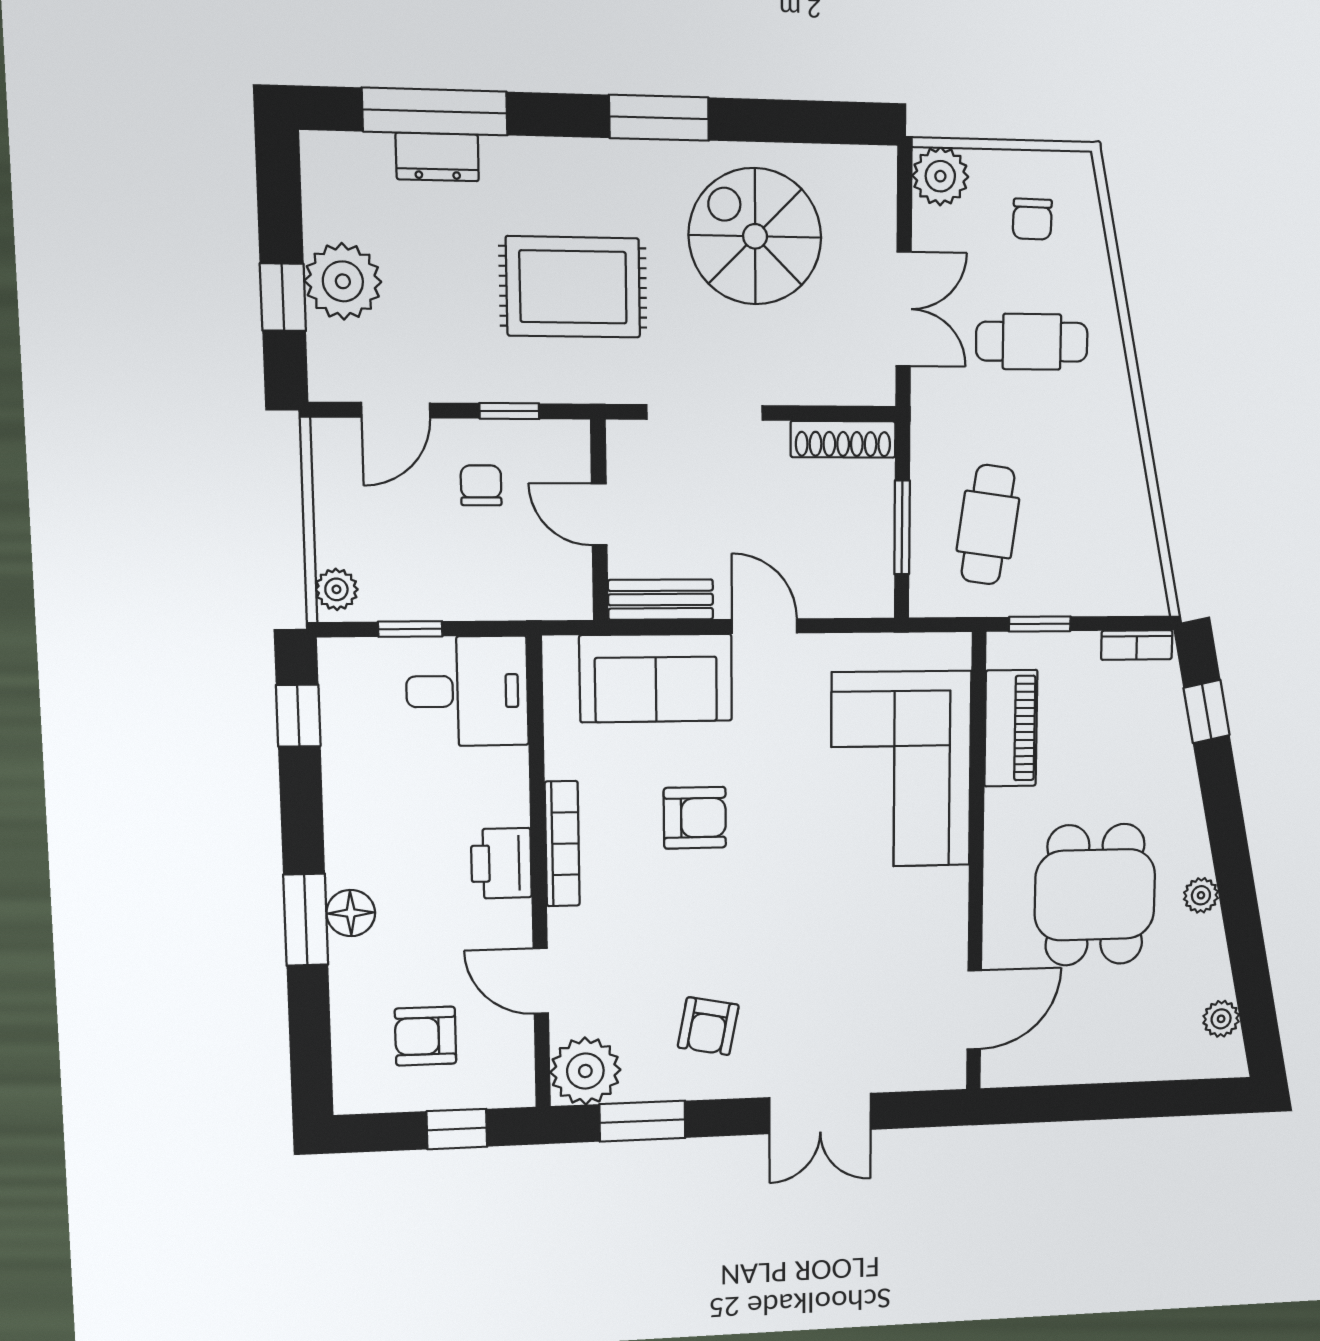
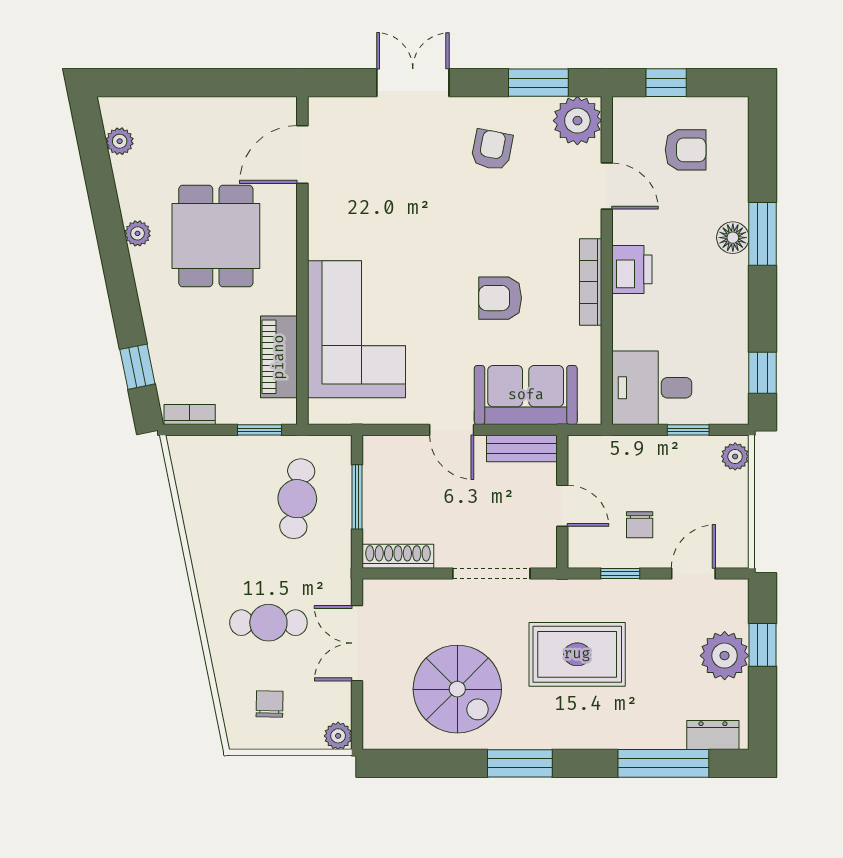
dresser: (437, 157) -> (713, 735), moved
plant: (940, 176) -> (338, 736), width x0.73, depth x0.73

